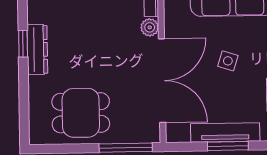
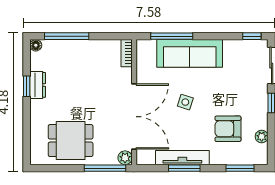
plant: (150, 27) -> (125, 158), moved
dresser: (37, 50) -> (38, 85), width x0.70

